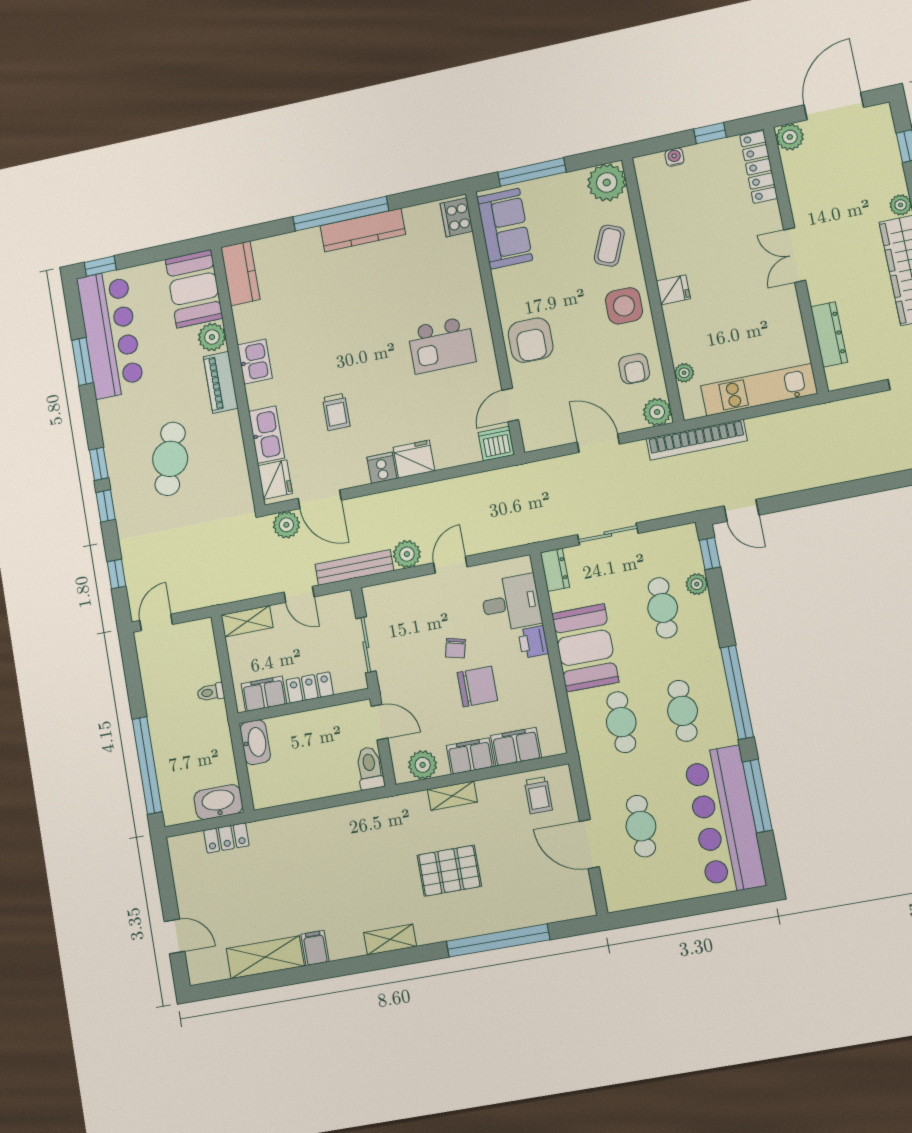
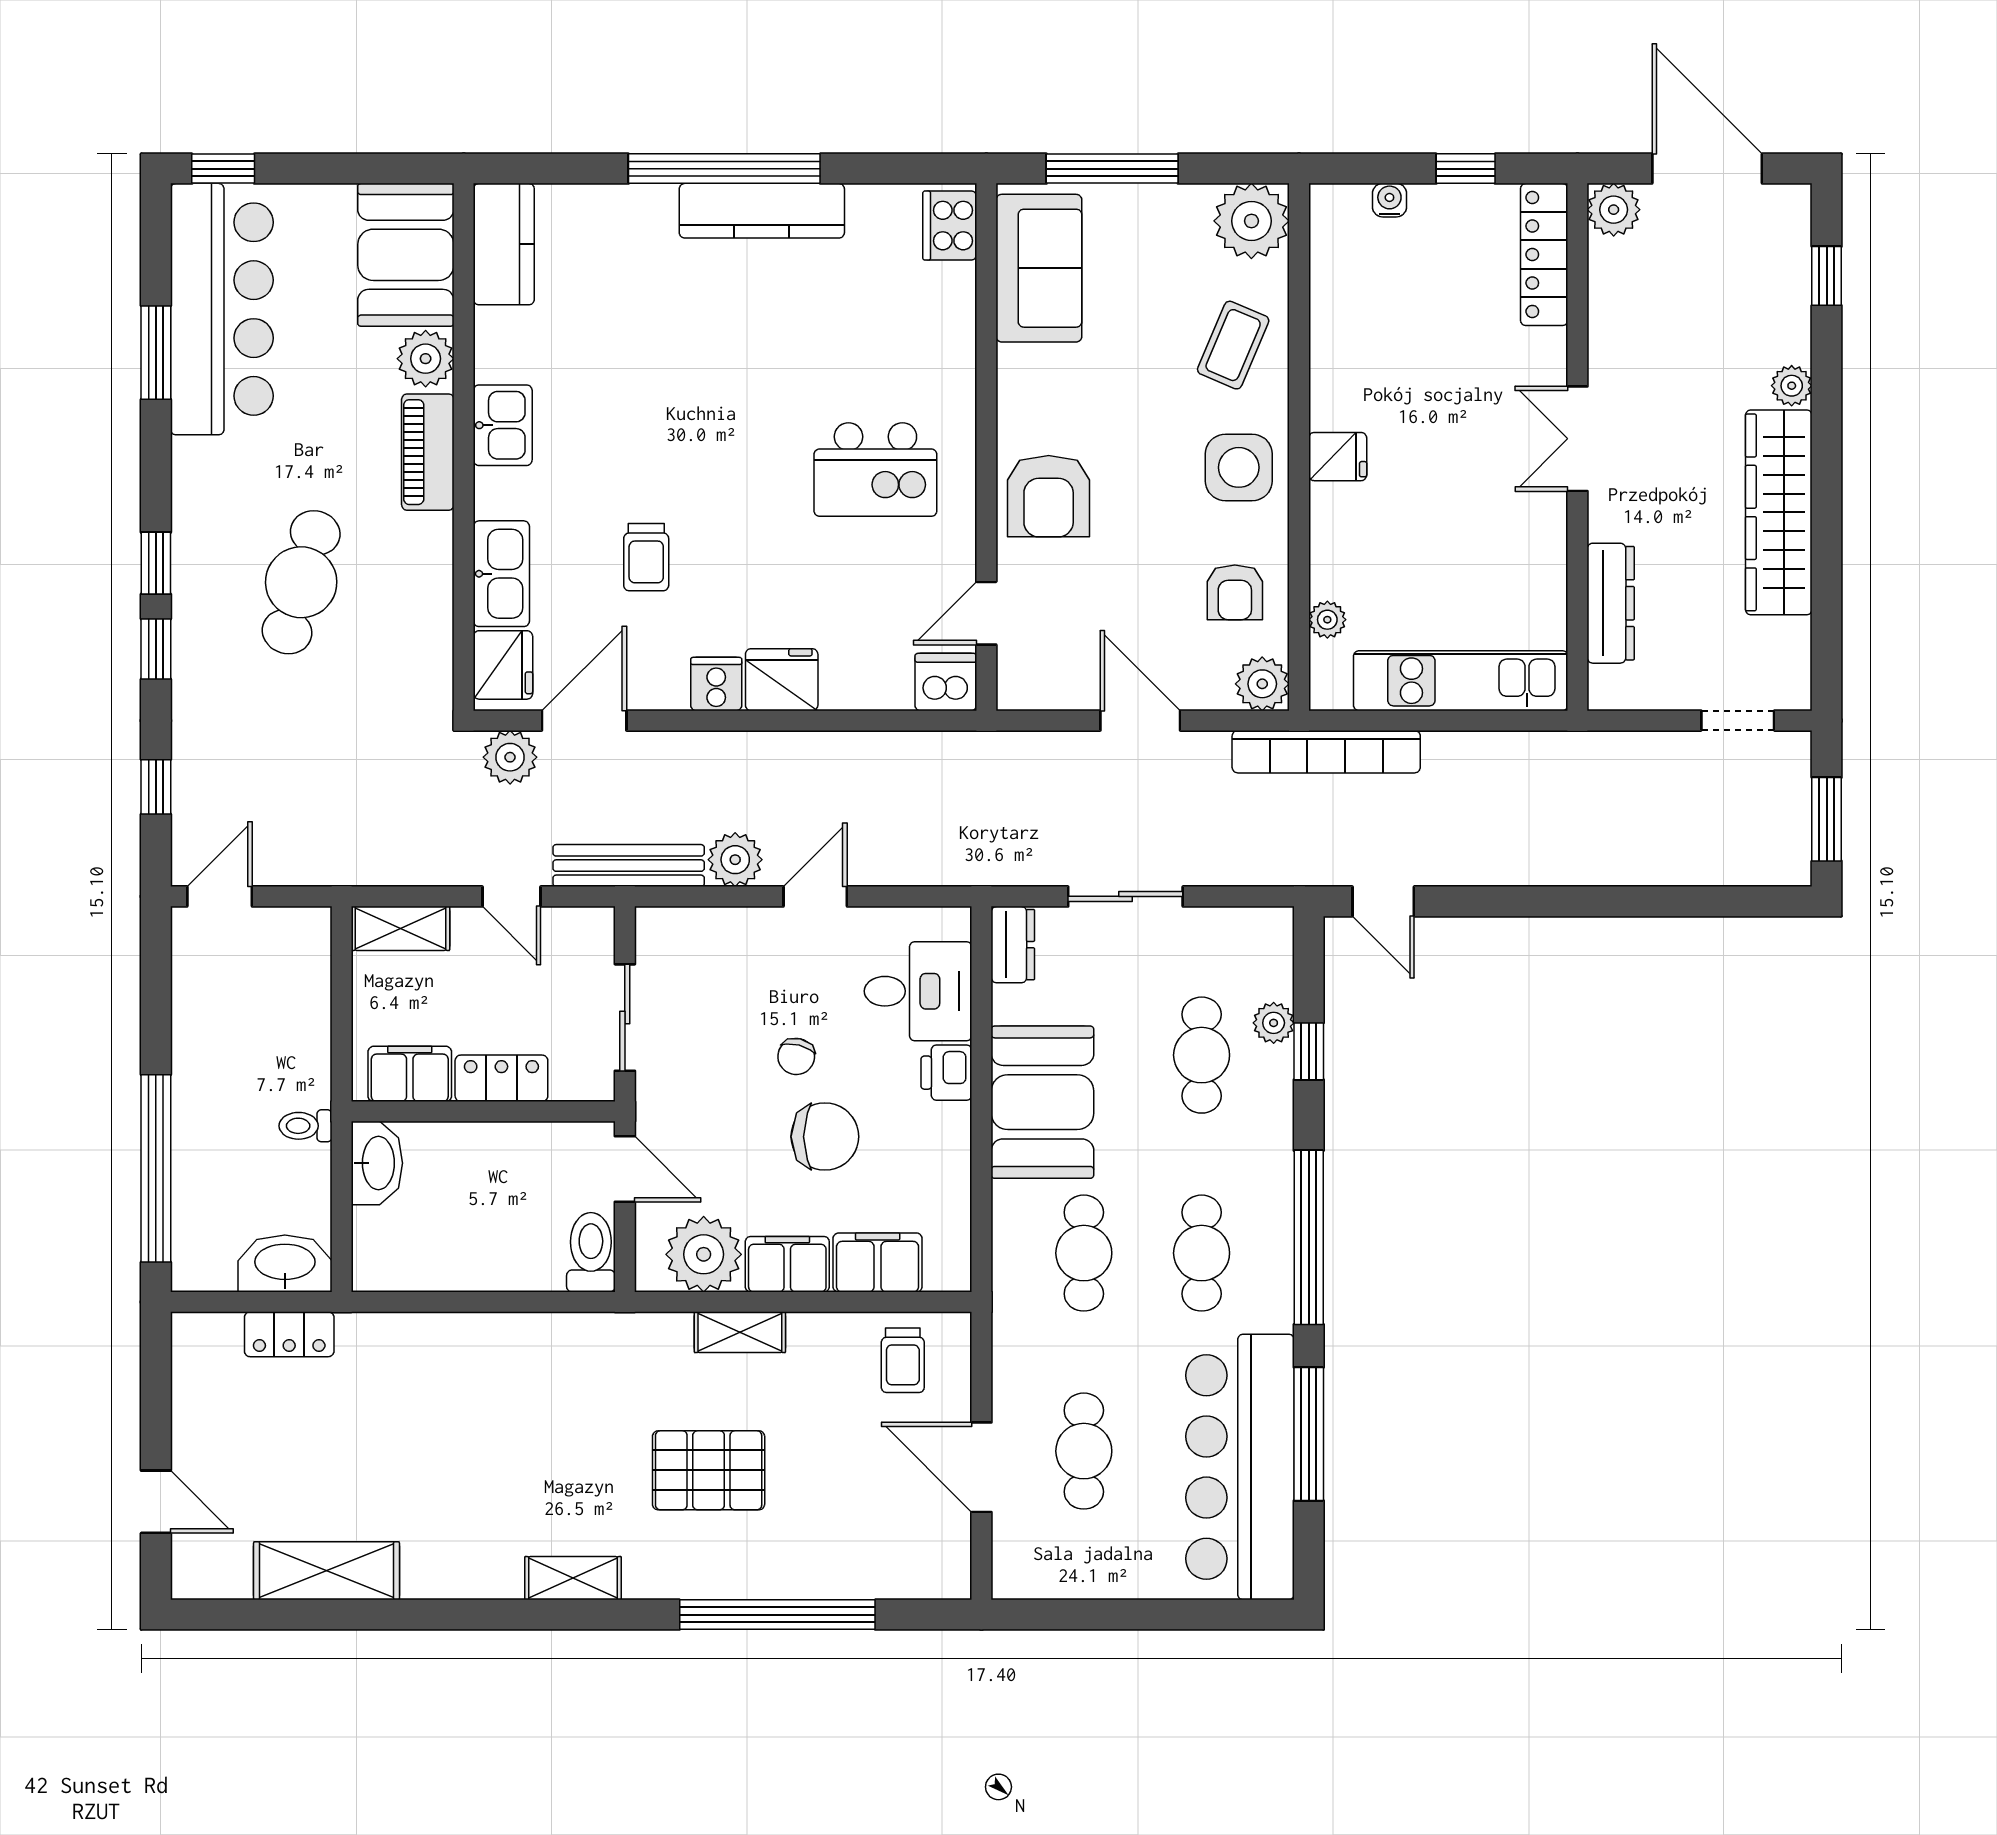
door: (834, 106) -> (1707, 169), hinge flipped
door: (320, 499) -> (584, 721), swing flipped
window: (710, 554) -> (1309, 1051), moved
toilet: (211, 692) -> (305, 1126), moved
plant: (423, 765) -> (704, 1254), width x1.36, depth x1.36
filing cabinet: (315, 948) -> (426, 1570), removed

